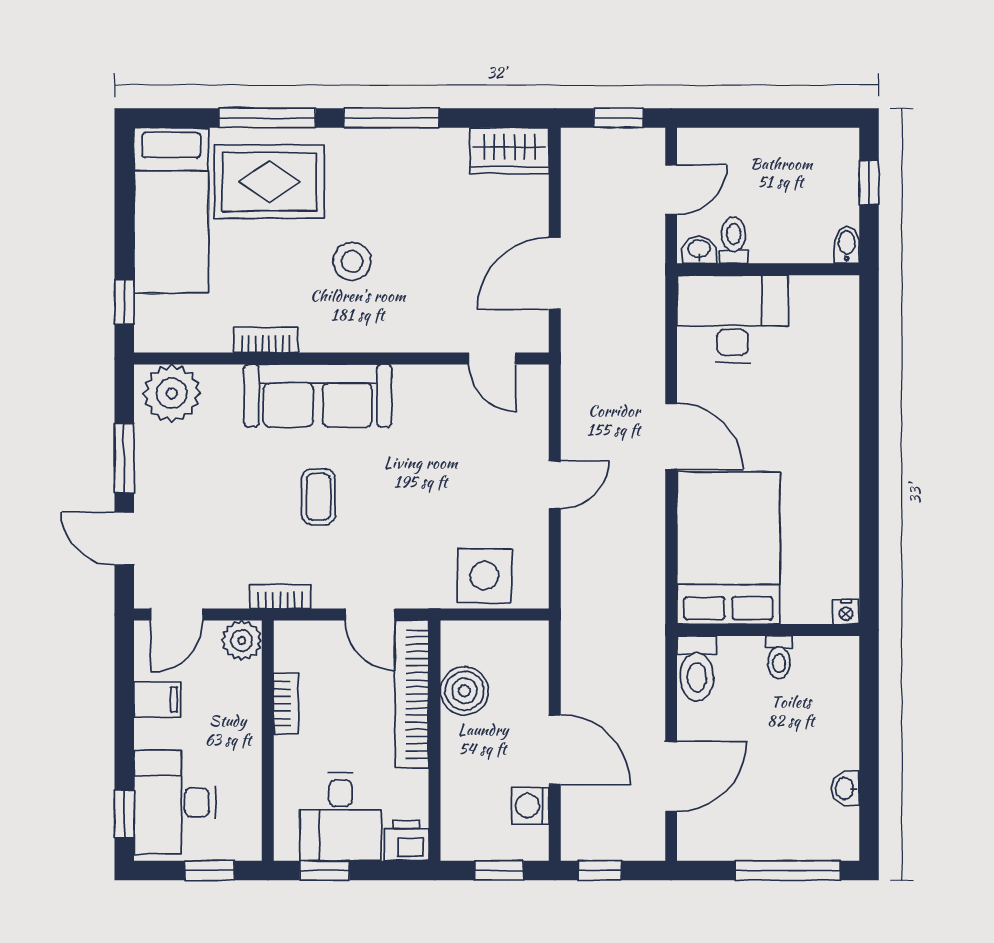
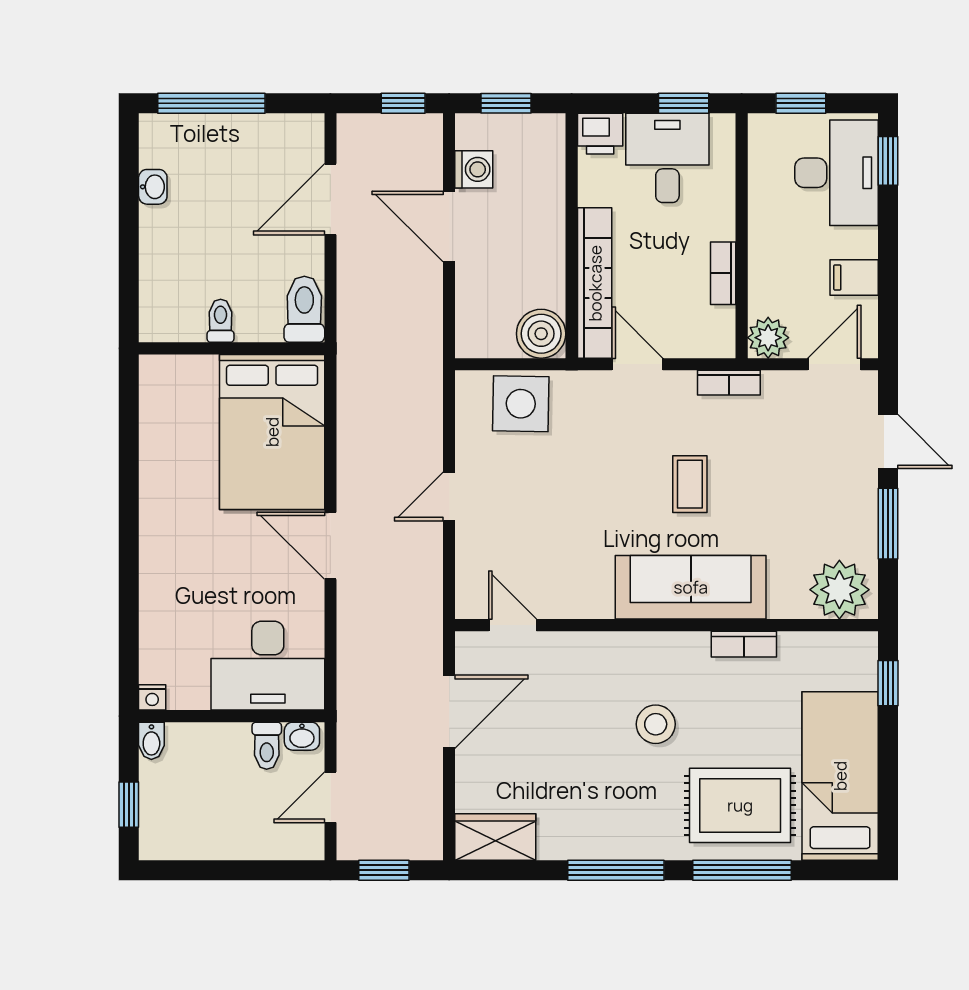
nightstand: (846, 612) -> (152, 697), moved, turned 180
boiler: (464, 691) -> (541, 334), moved

